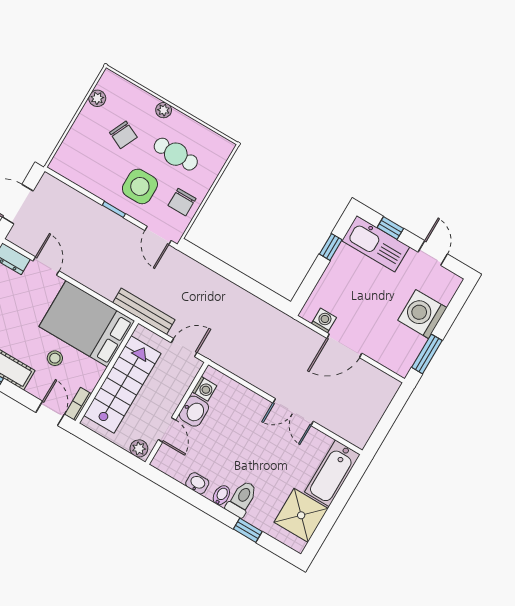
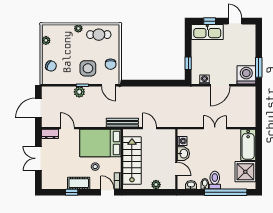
chair: (123, 135) -> (51, 66), moved
cafe table: (176, 154) -> (99, 35), moved
plant: (102, 217) -> (79, 92), added
window: (331, 247) -> (188, 63), moved
washing machine: (422, 314) -> (246, 75), moved, turned 90
door: (184, 348) -> (150, 128), hinge flipped
washing machine: (204, 389) -> (182, 141), moved
washbasin: (194, 411) -> (183, 154), moved
double door: (293, 412) -> (215, 128), swing flipped
wall: (177, 413) -> (176, 159), moved
door: (167, 430) -> (176, 169), moved
window: (248, 530) -> (226, 192), width x3.17

